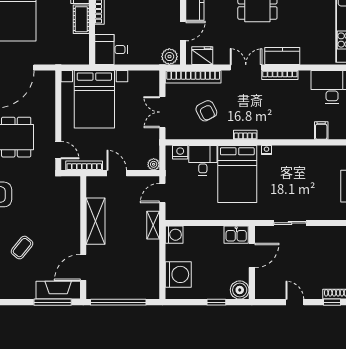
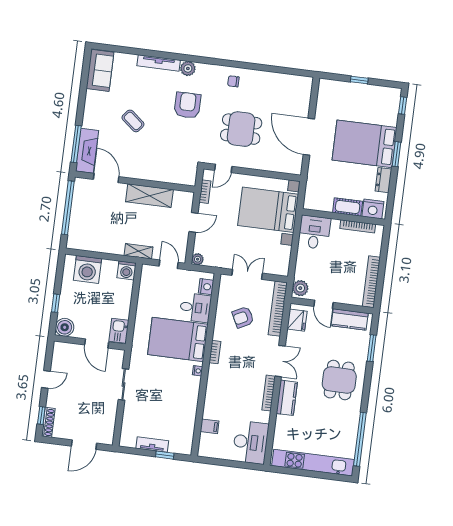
bookcase: (84, 166) -> (205, 192), width x0.64

